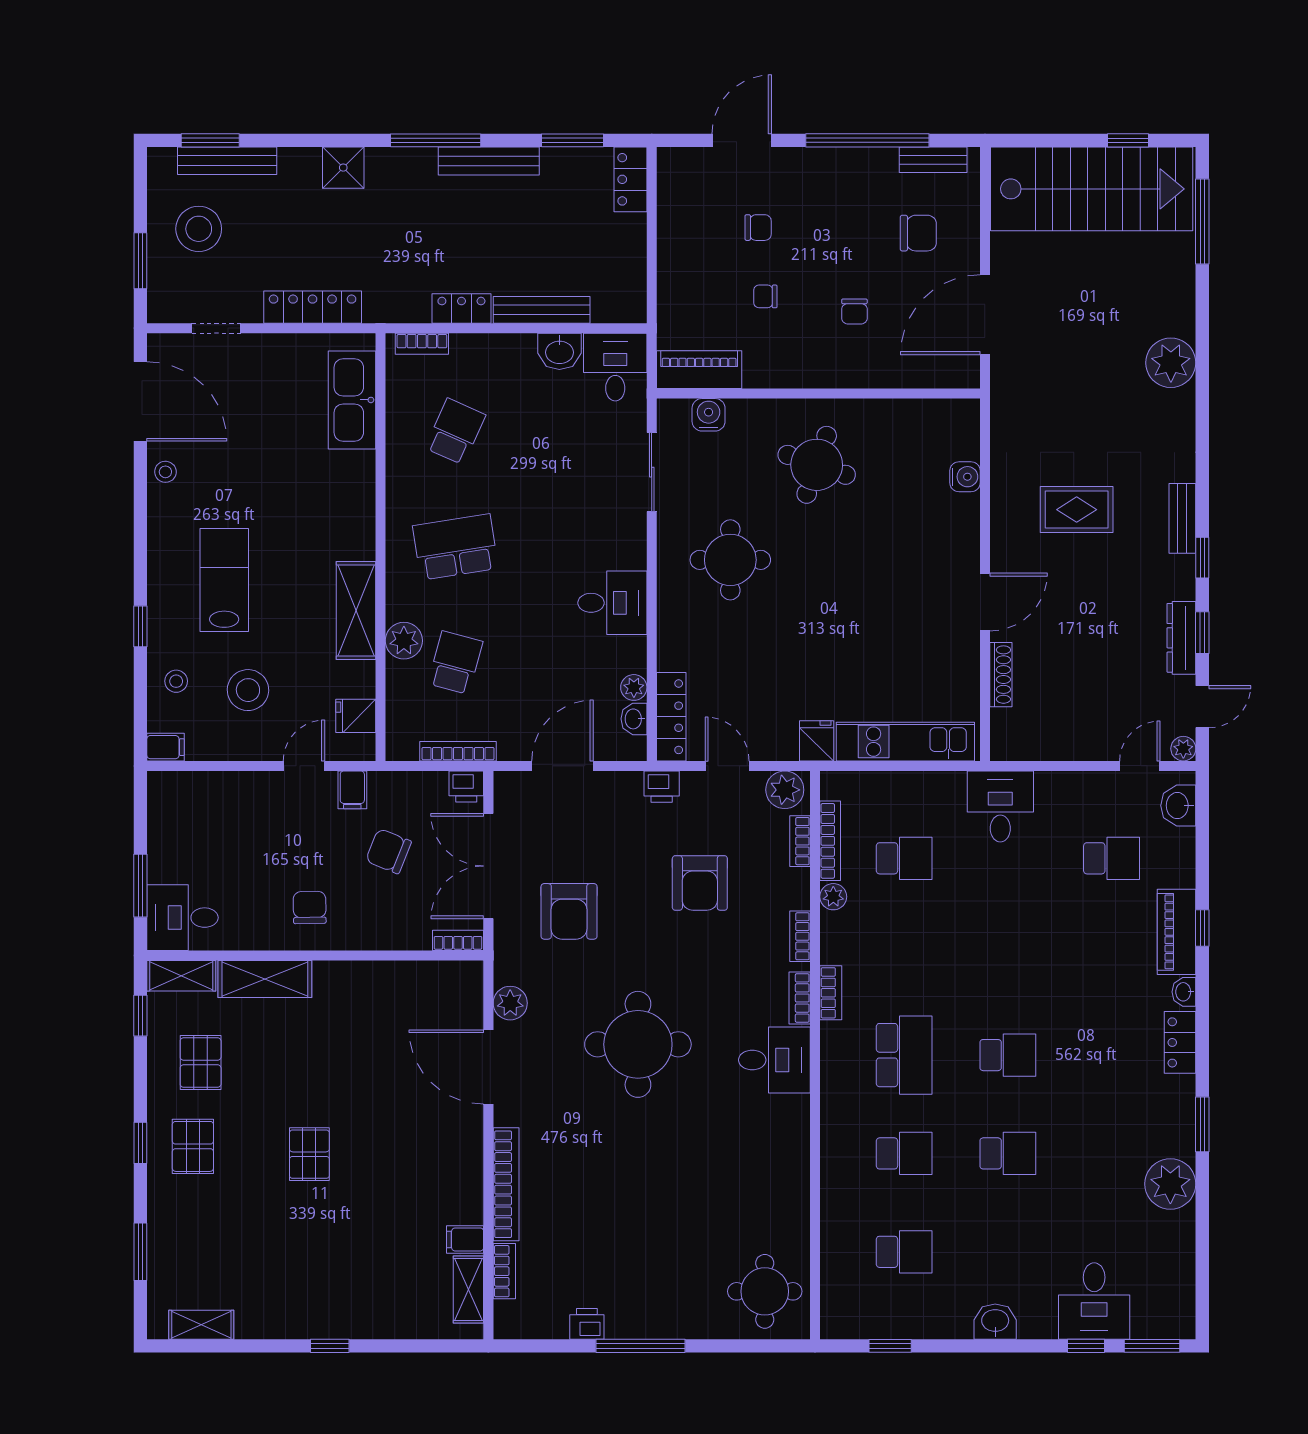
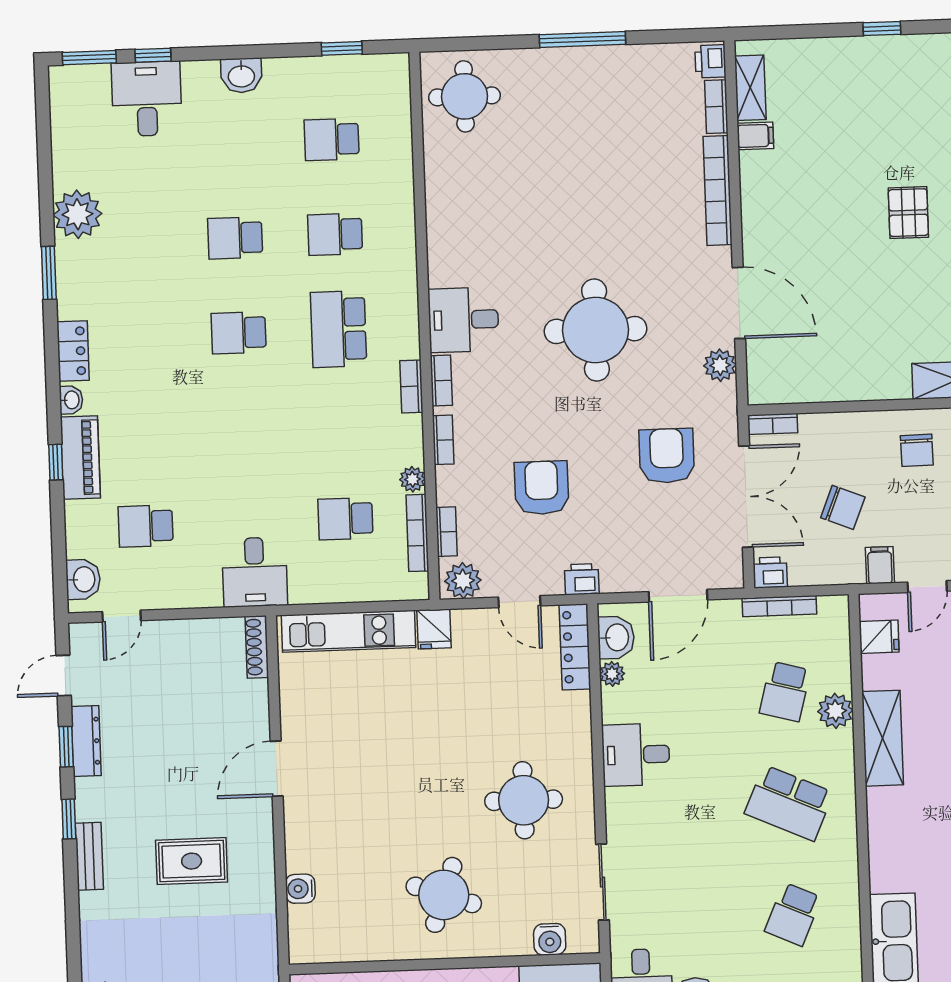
school desk: (455, 547) -> (789, 803), turned 33
shoe rack: (1001, 675) -> (257, 647), moved
washbasin: (634, 719) -> (616, 637), width x1.38, depth x1.45
plant: (1183, 749) -> (80, 634), removed
printer: (587, 1324) -> (710, 61), moved, turned 90

